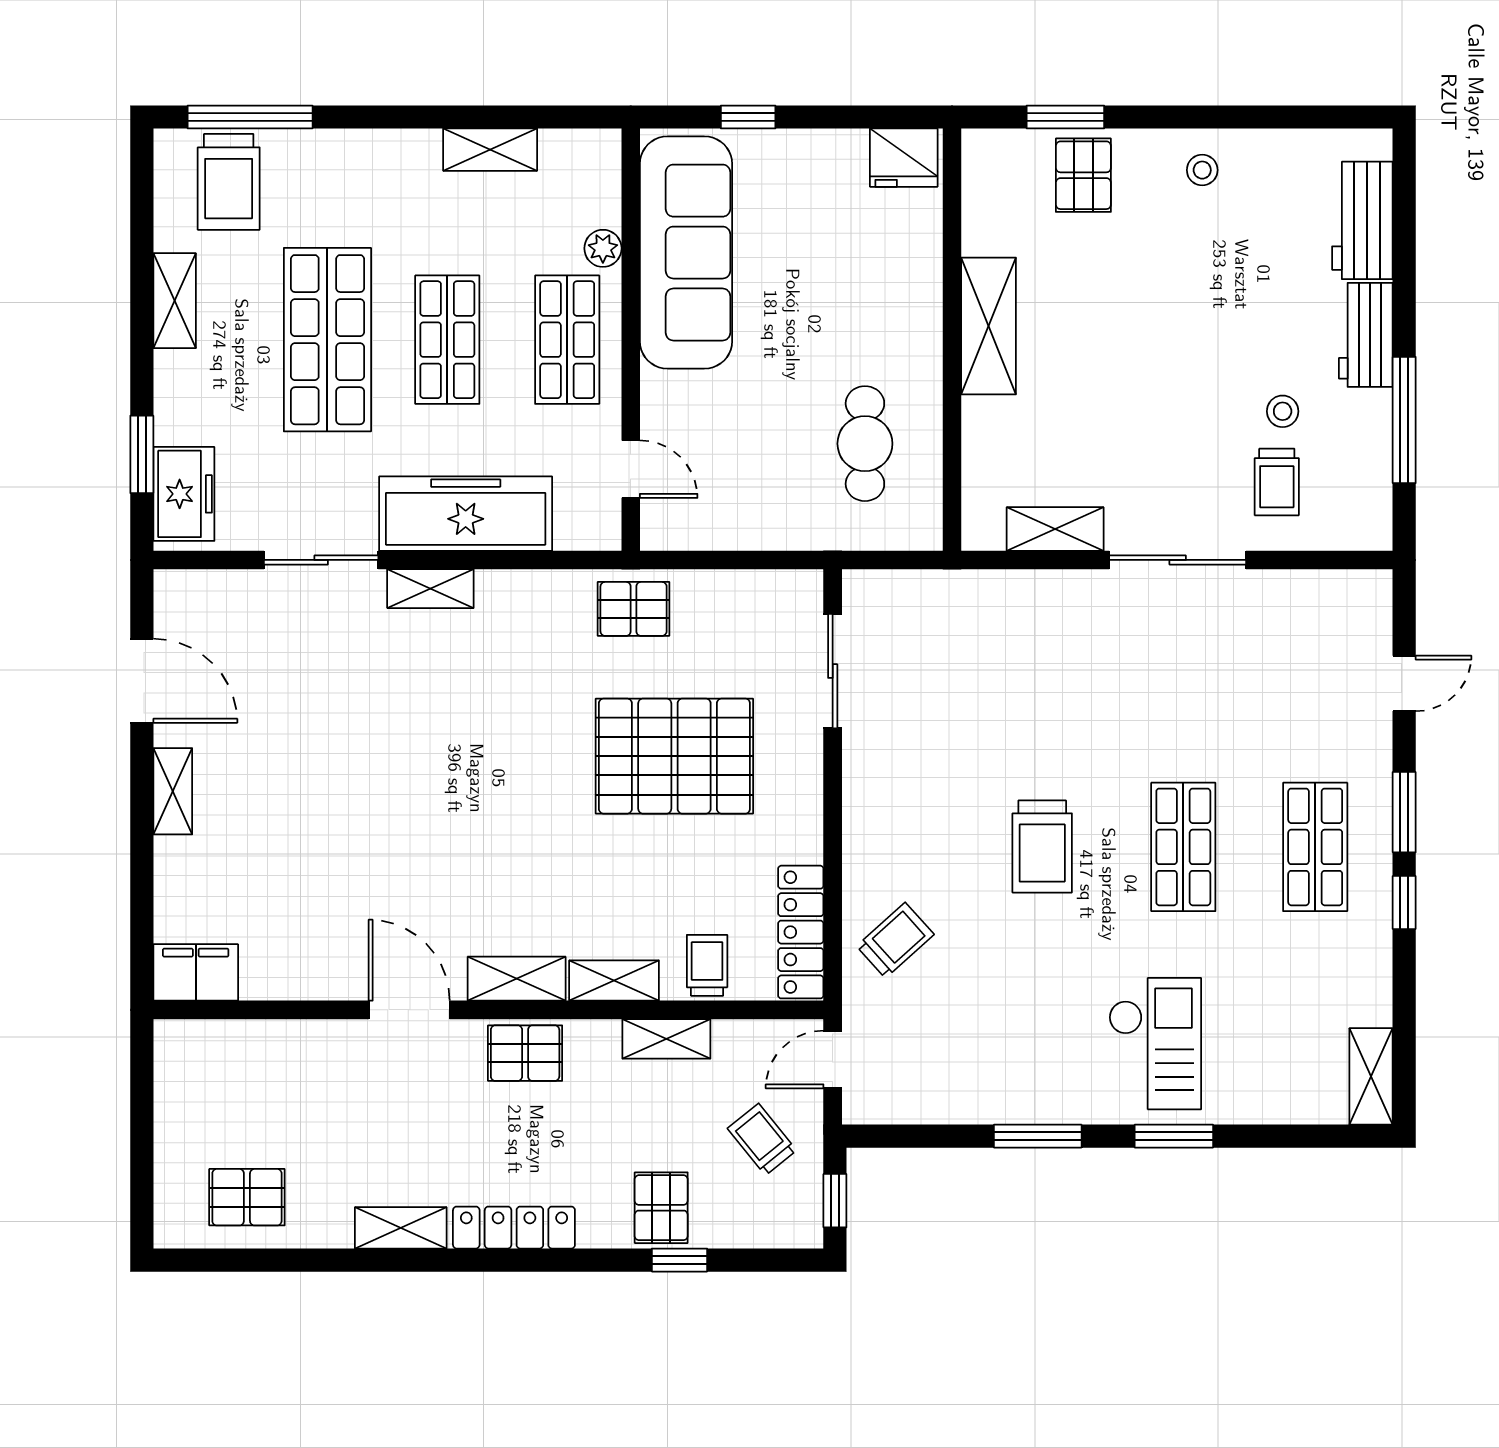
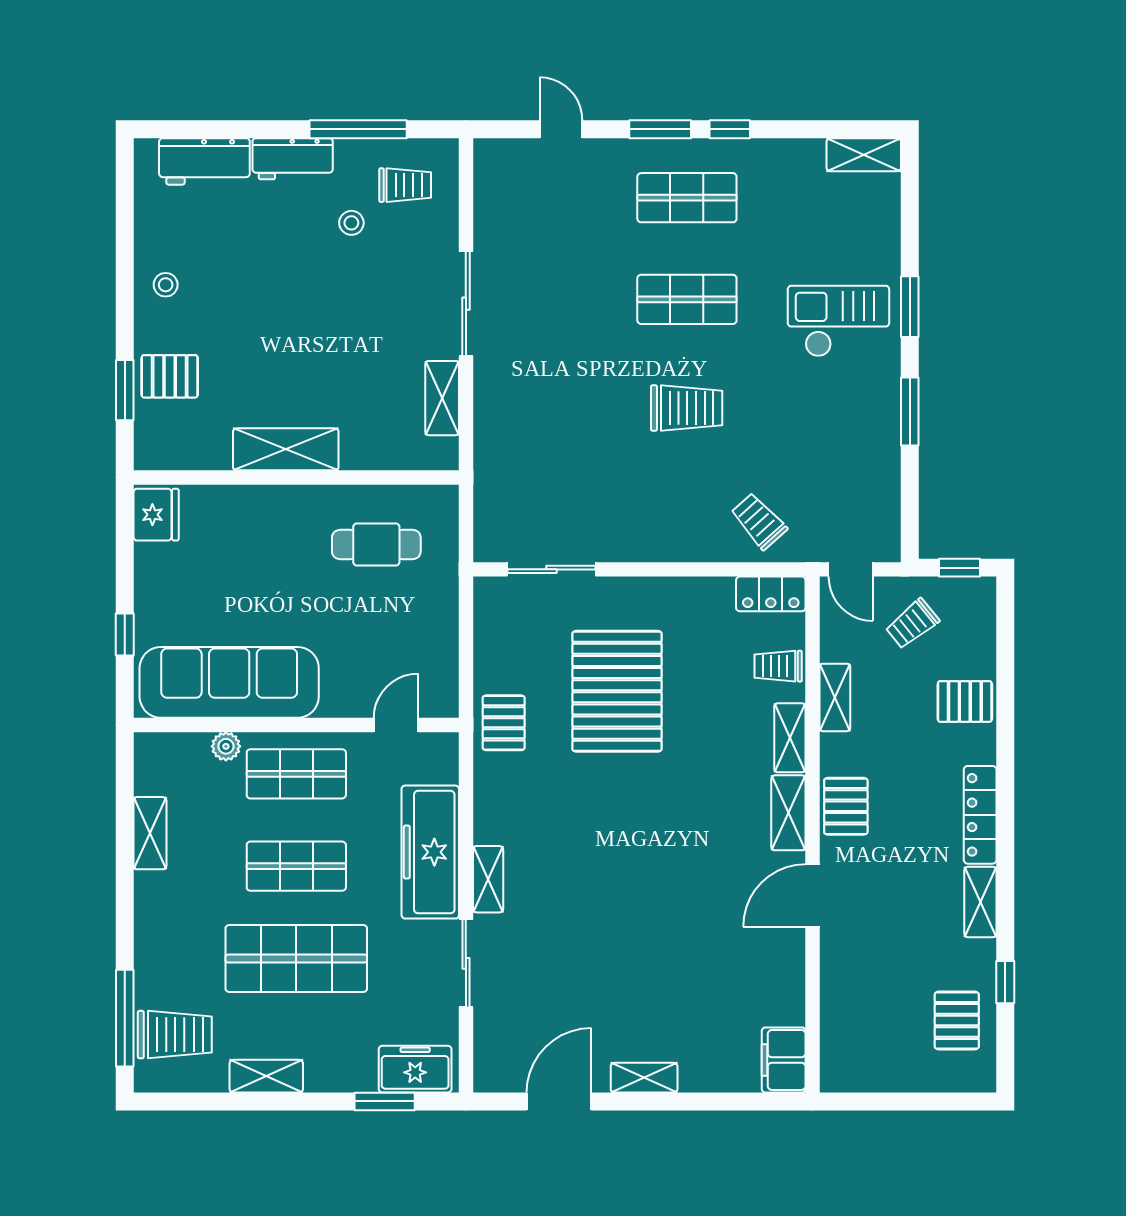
trolley: (1277, 482) -> (405, 185), moved
locker: (801, 932) -> (771, 594), width x0.66
window: (680, 1260) -> (1005, 982), moved

